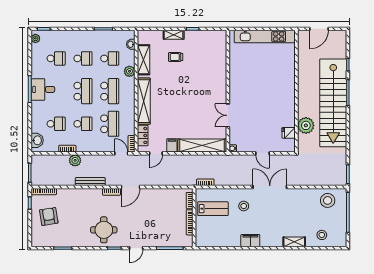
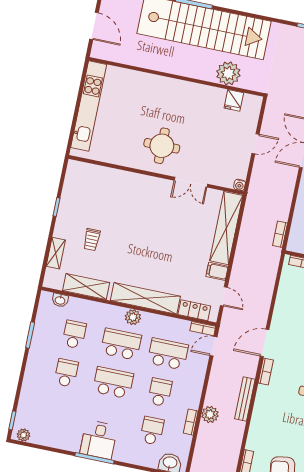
shelving: (174, 35) -> (56, 253), moved
school desk: (56, 58) -> (58, 411), removed
plant: (129, 71) -> (133, 317), moved
round table: (248, 91) -> (162, 146), added
door: (131, 187) -> (265, 343), swing flipped

